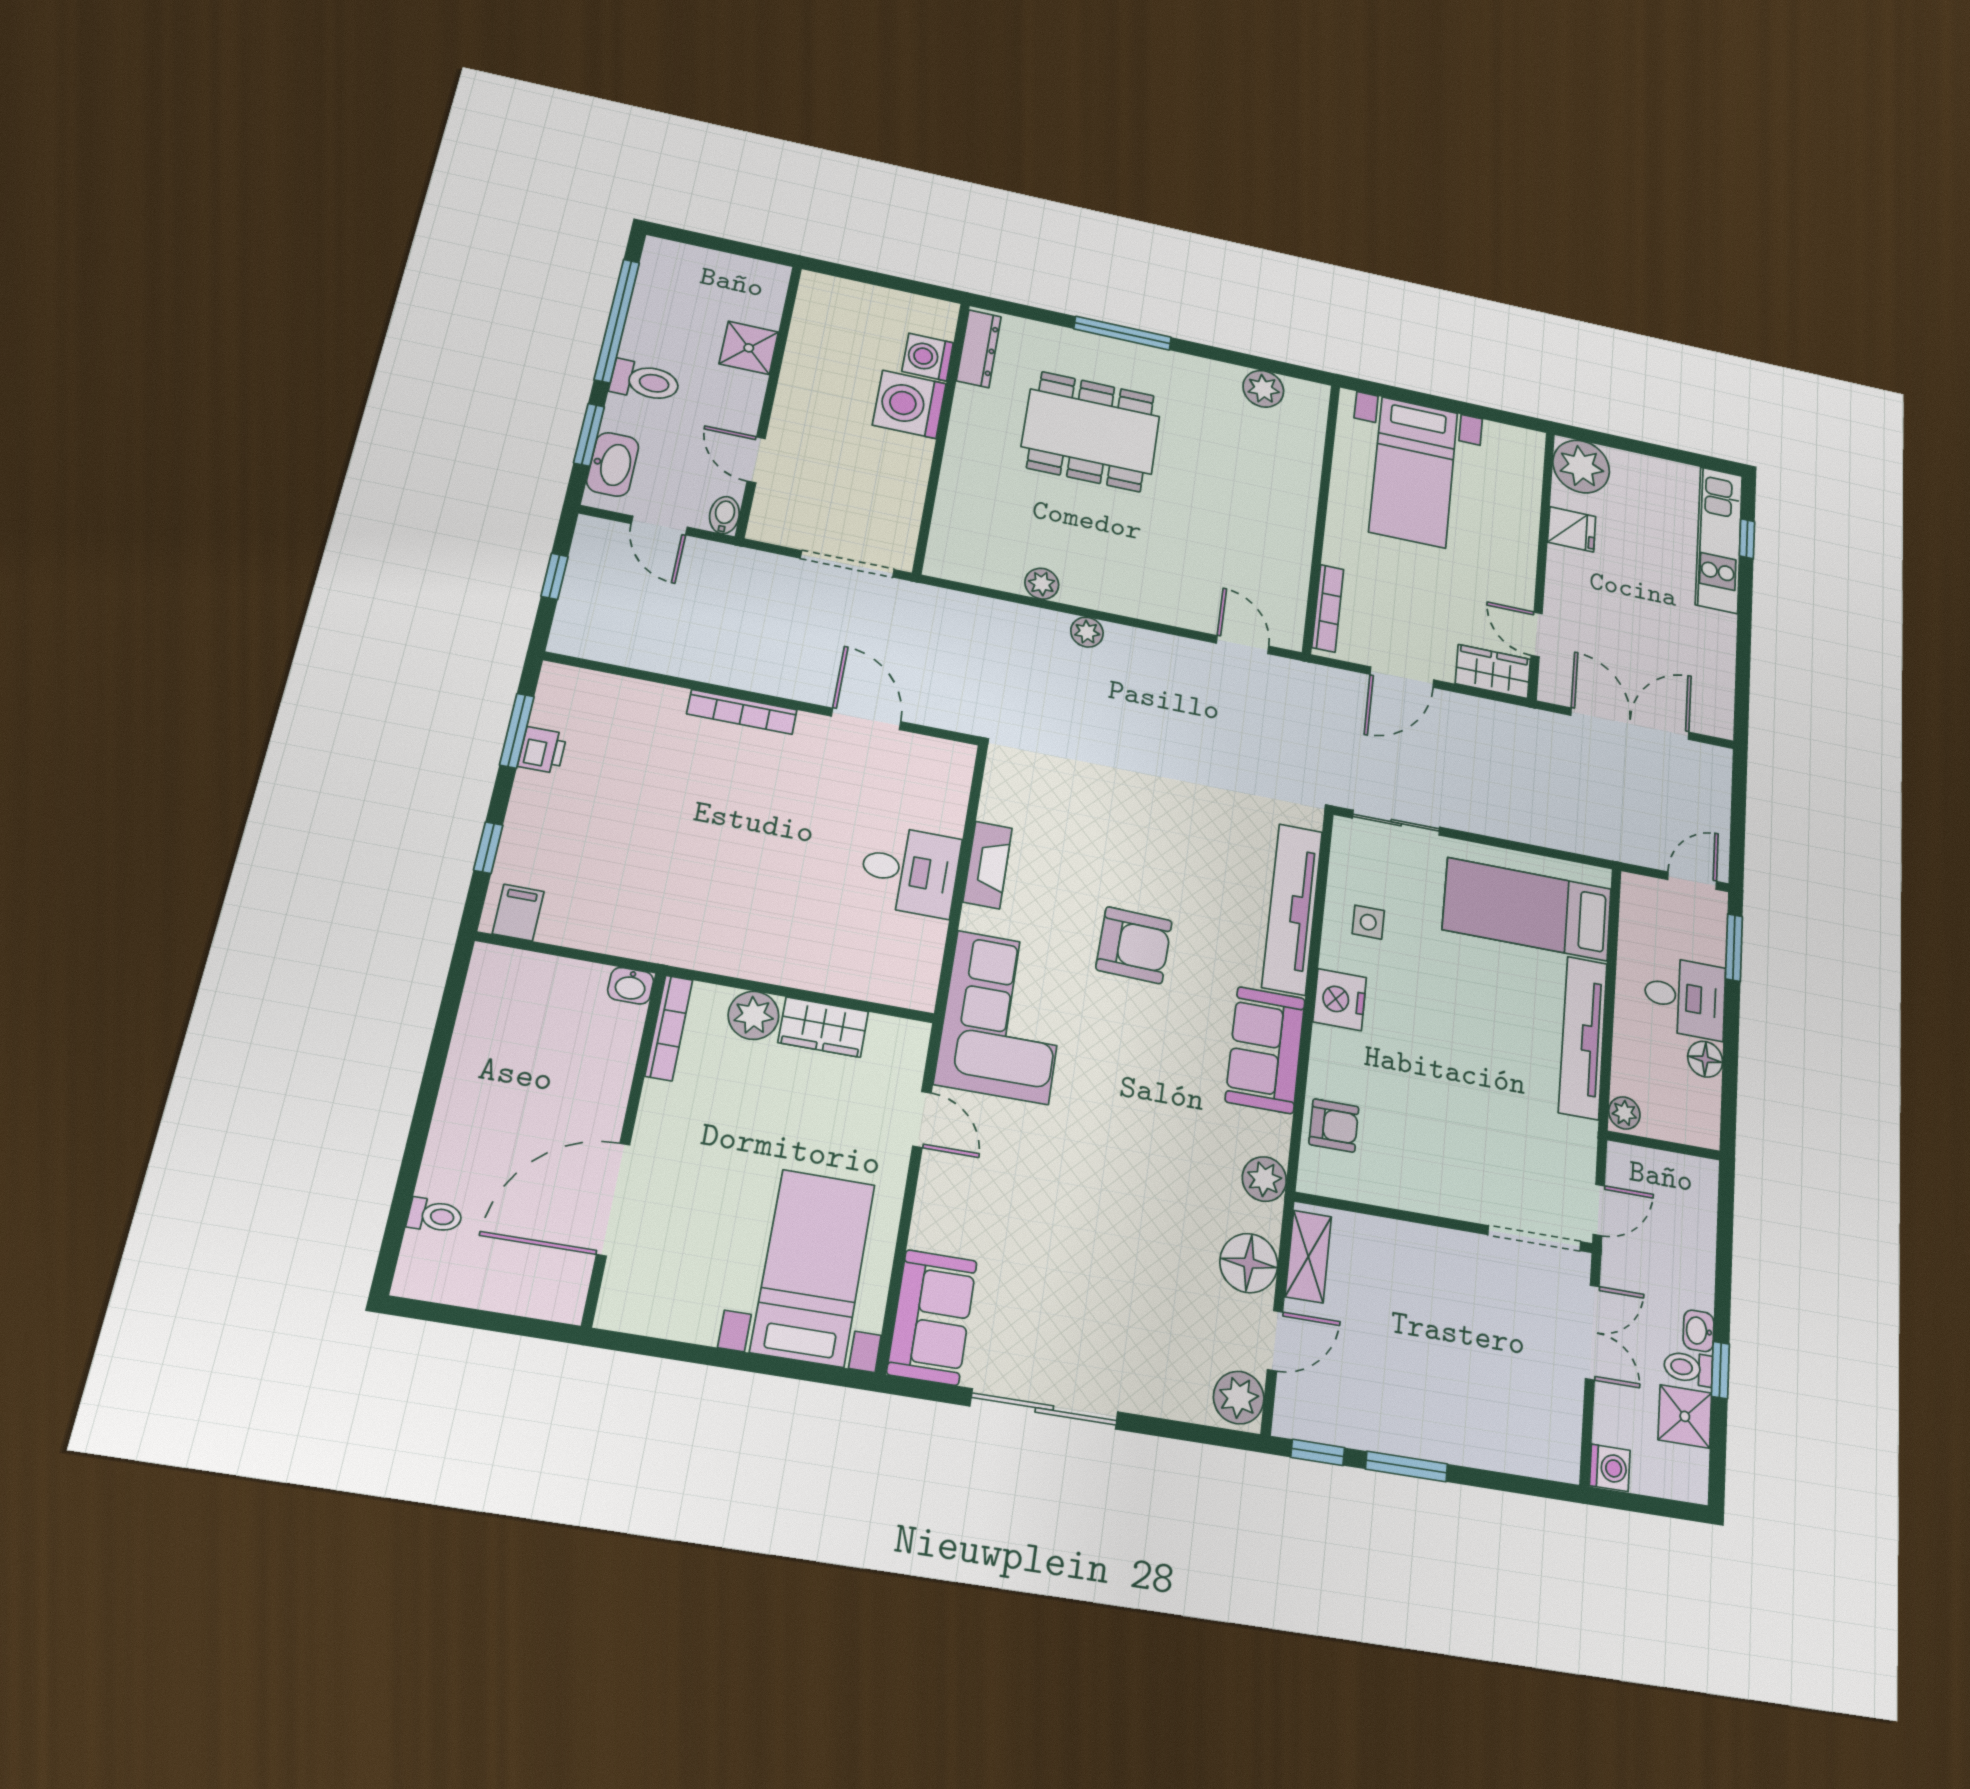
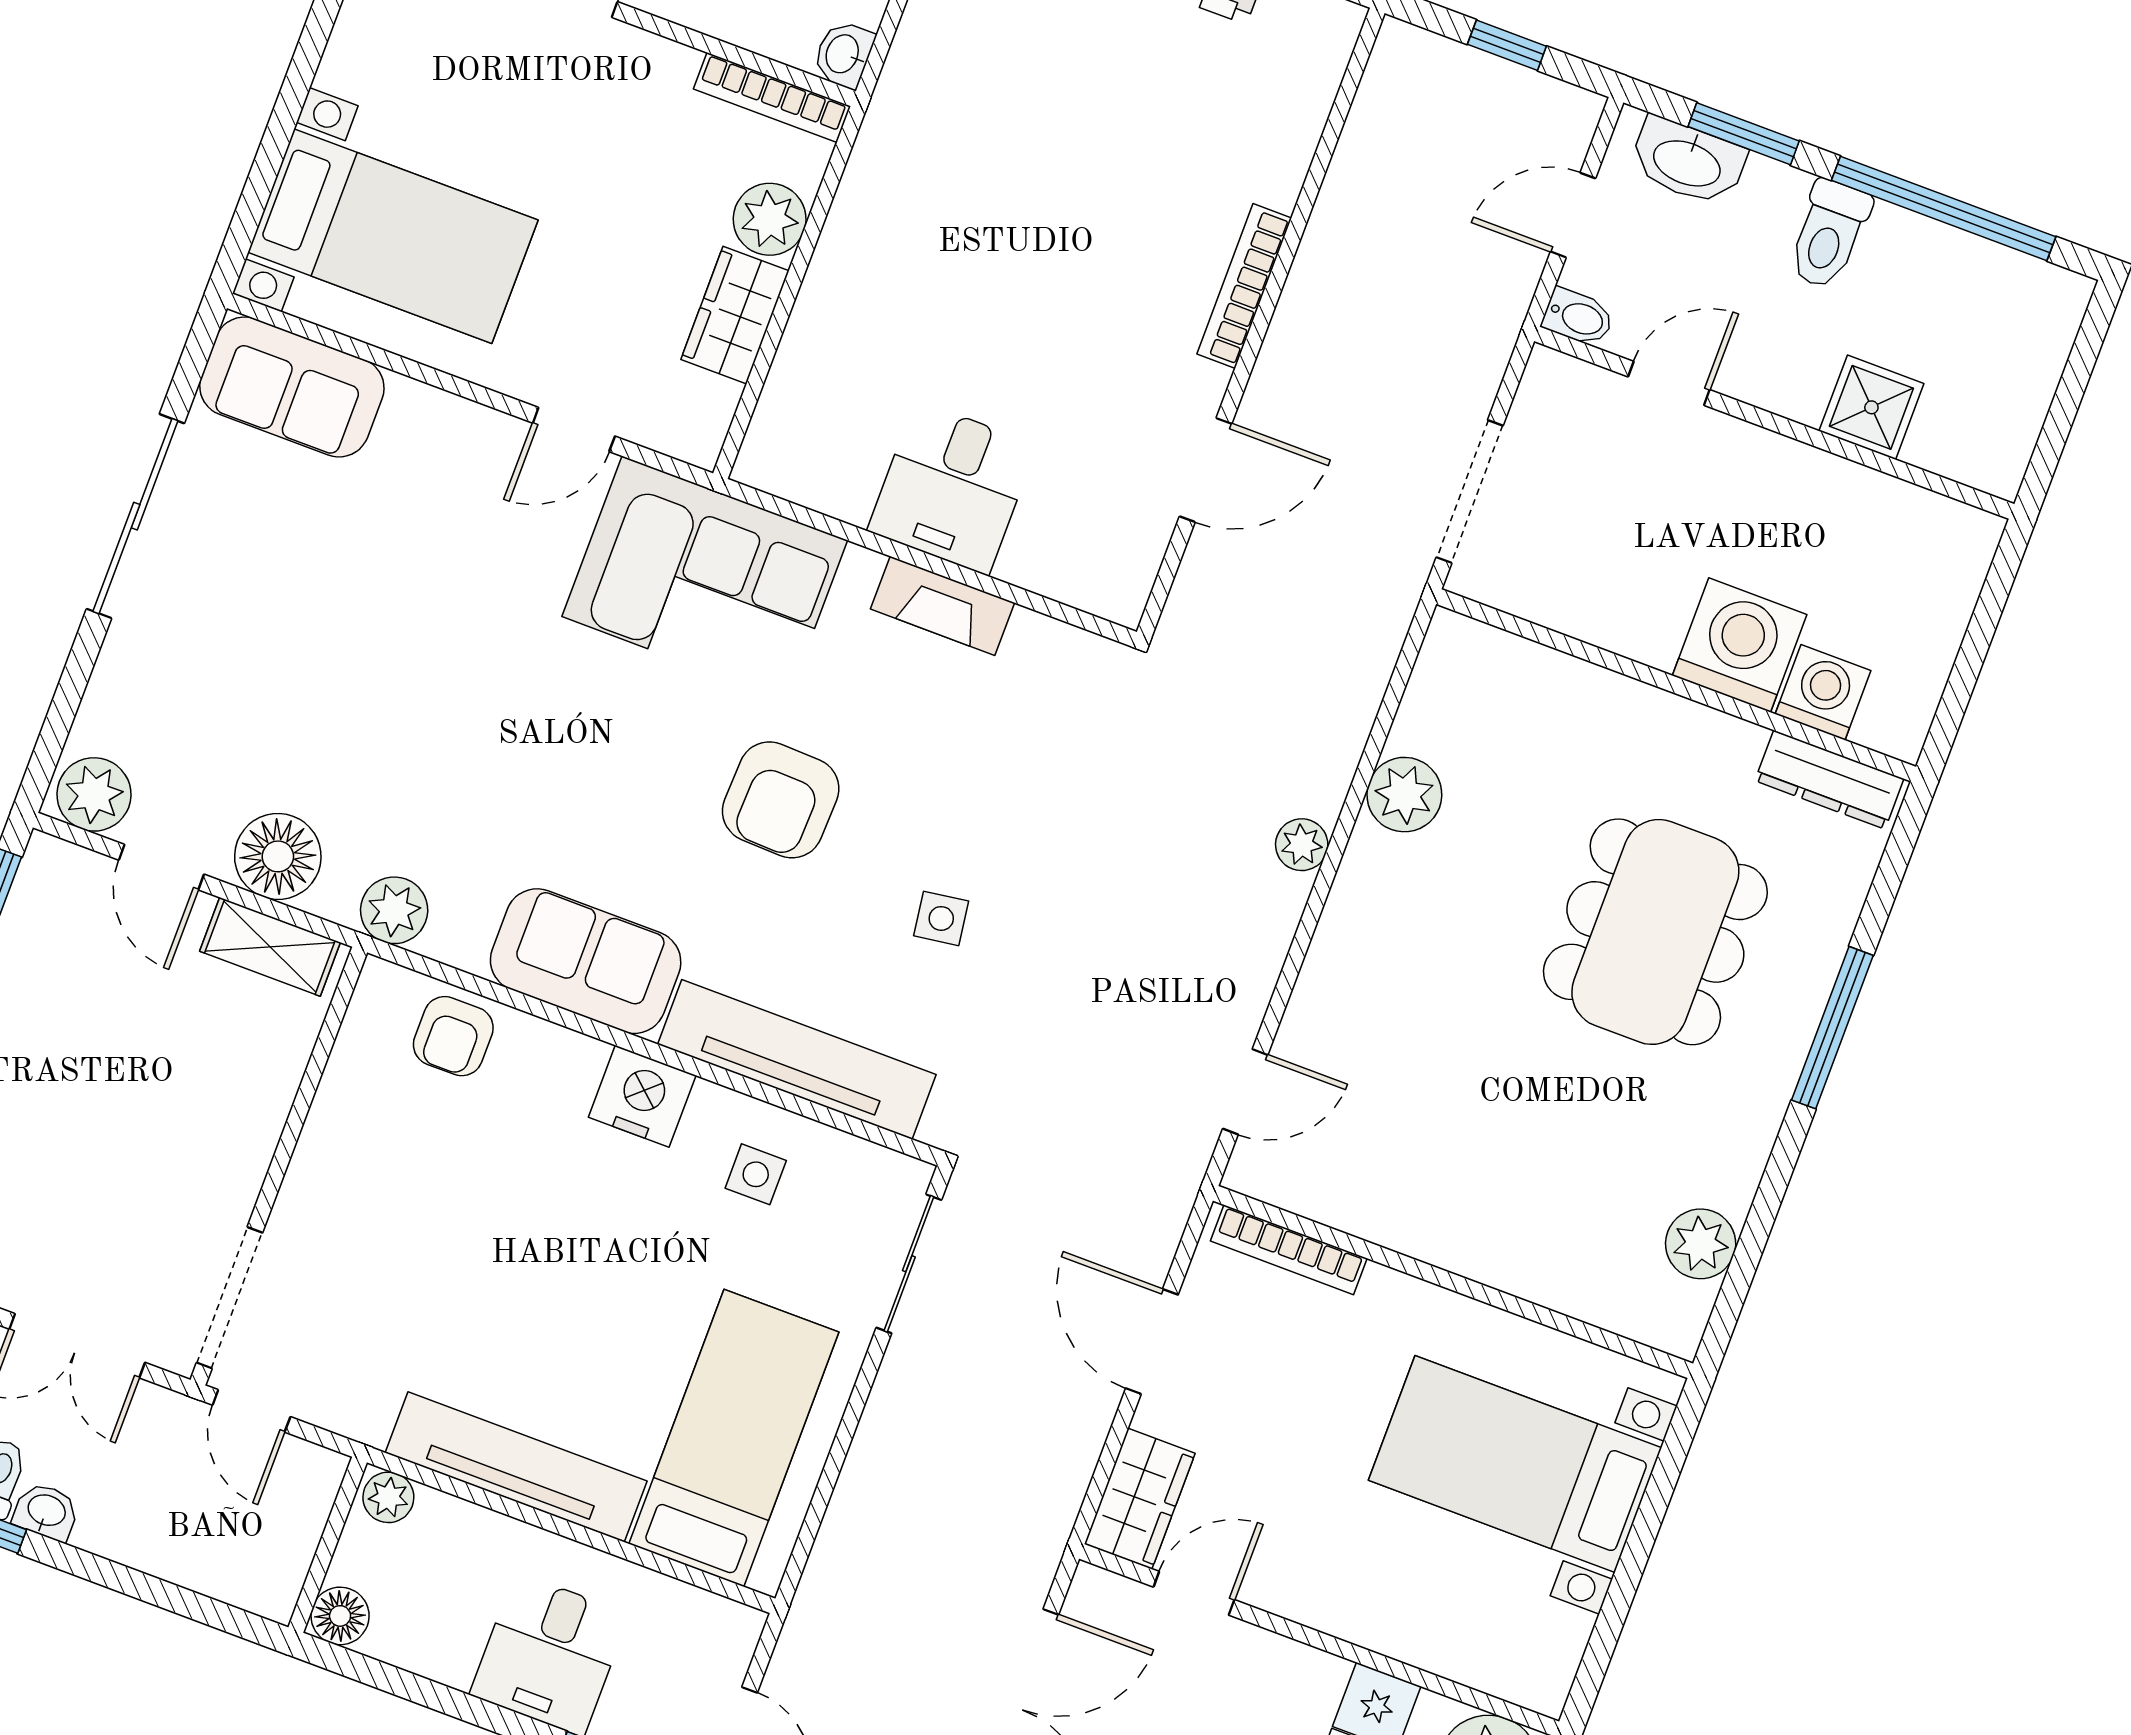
plant: (1042, 584) -> (1404, 795), width x1.38, depth x1.38
side table: (1184, 836) -> (941, 918), added
floor lamp: (1705, 1059) -> (340, 1616), moved

